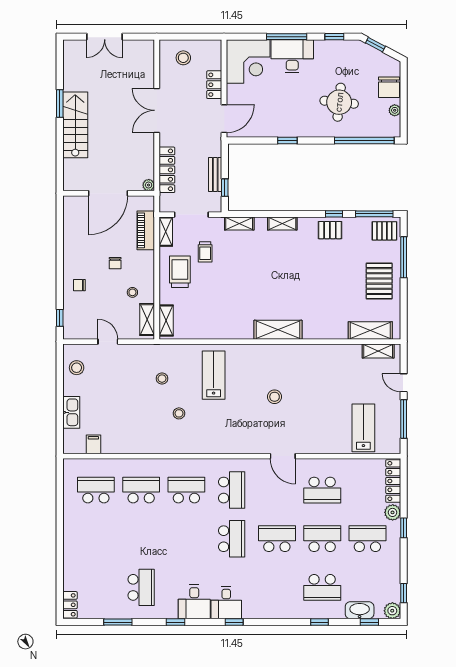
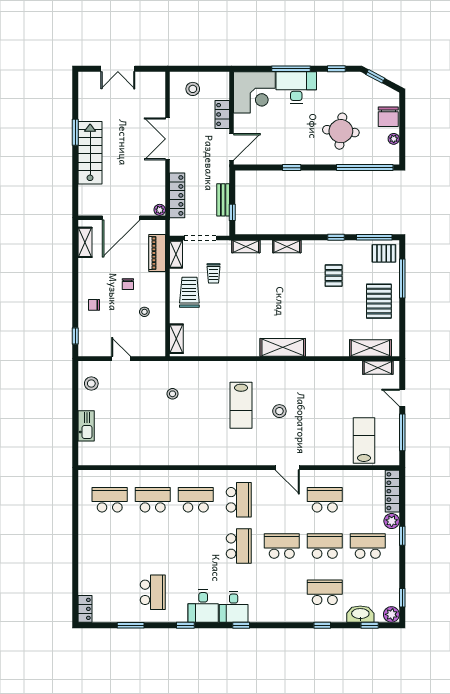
pallet: (330, 230) -> (334, 276), moved, turned 90
shelving: (147, 320) -> (85, 242), moved
lab bench: (214, 375) -> (241, 405), moved, turned 180
stool: (179, 413) -> (189, 427), removed
filing cabinet: (93, 444) -> (107, 456), removed
school desk: (322, 490) -> (325, 500), turned 180
school desk: (322, 587) -> (325, 592), turned 180

